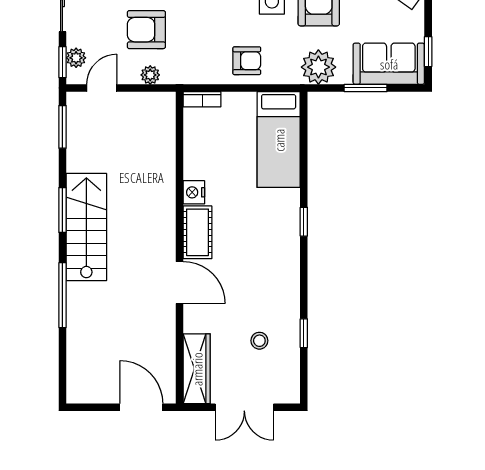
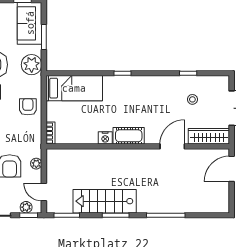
stairs: (86, 227) -> (105, 201), moved
door: (179, 283) -> (172, 146), moved

